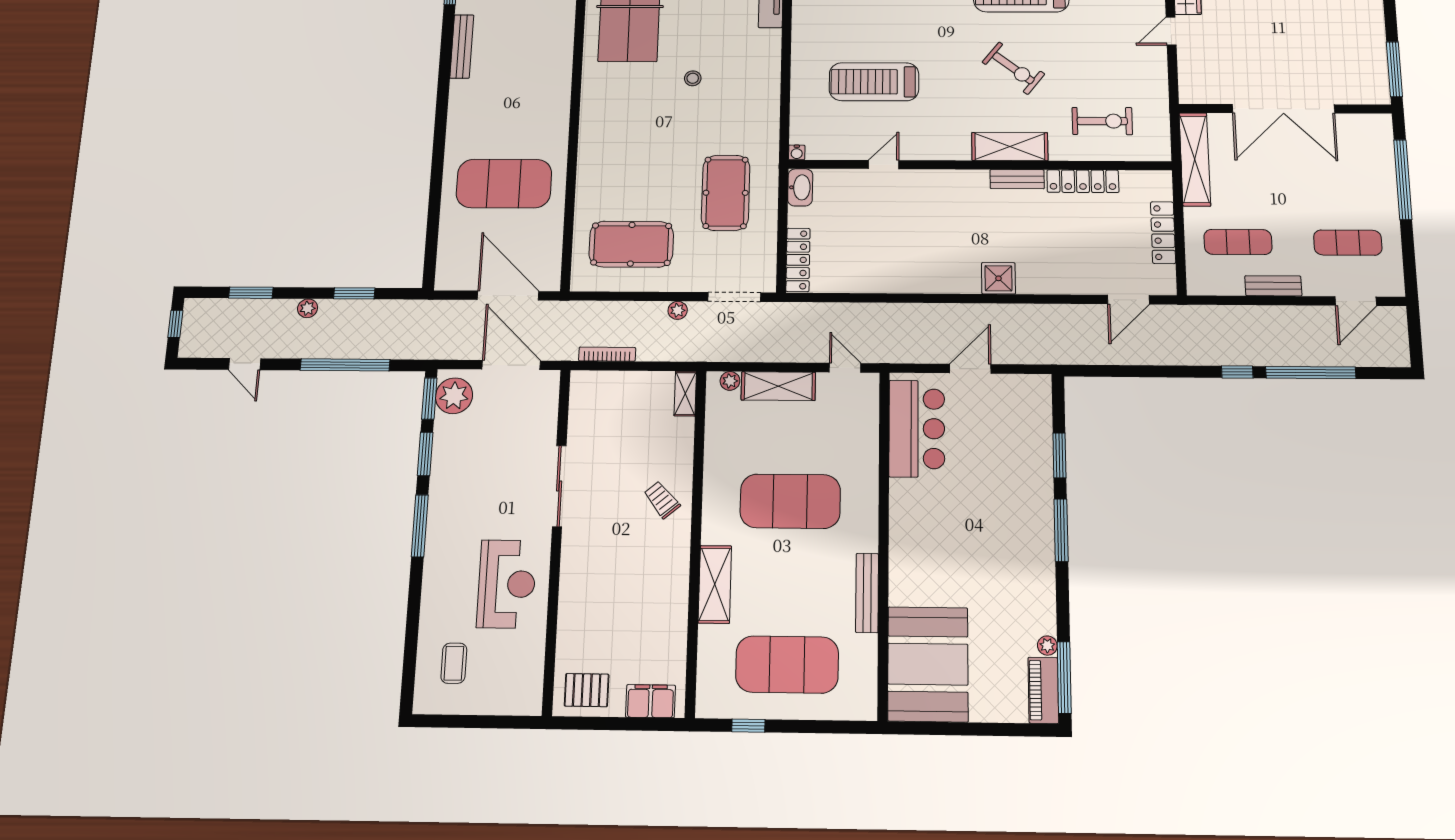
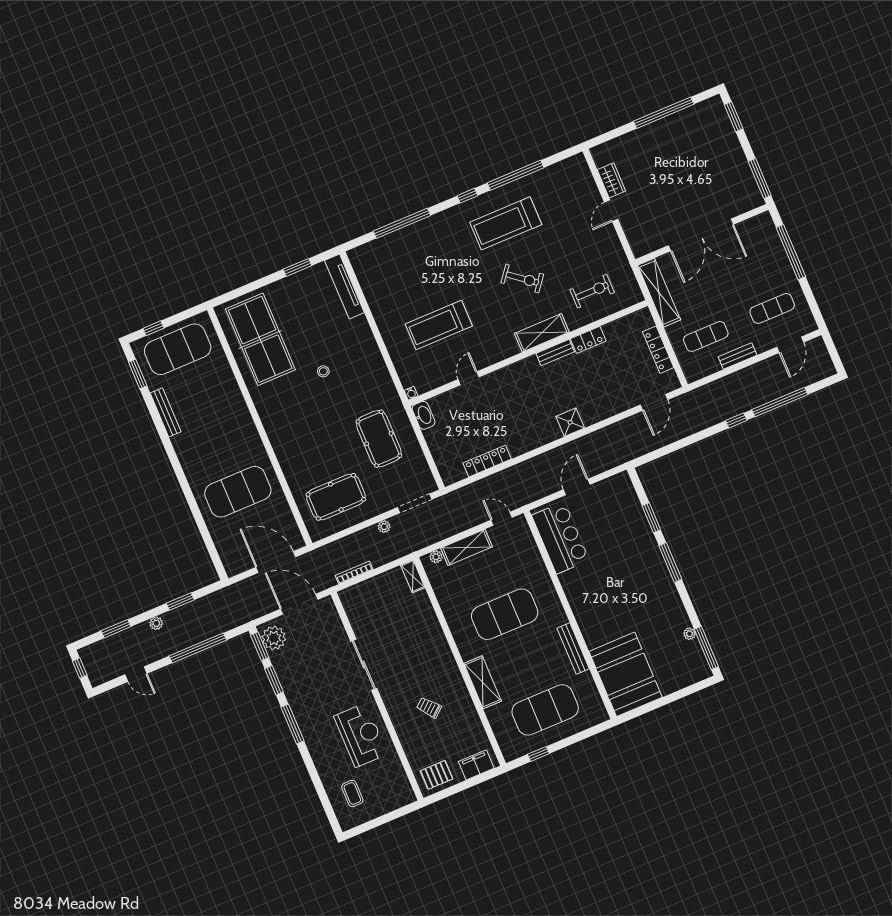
locker: (1083, 181) -> (588, 340), width x0.66
locker: (798, 260) -> (487, 461), moved, turned -90
trolley: (662, 500) -> (429, 708), moved
piano: (1043, 690) -> (697, 660), removed

